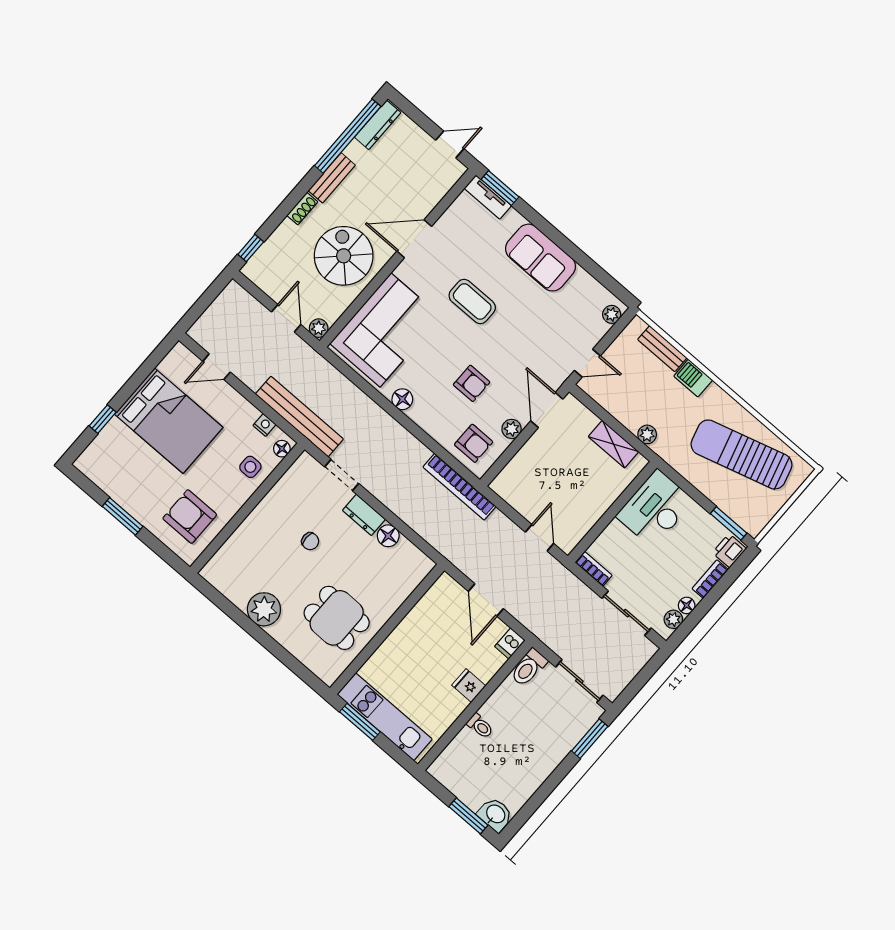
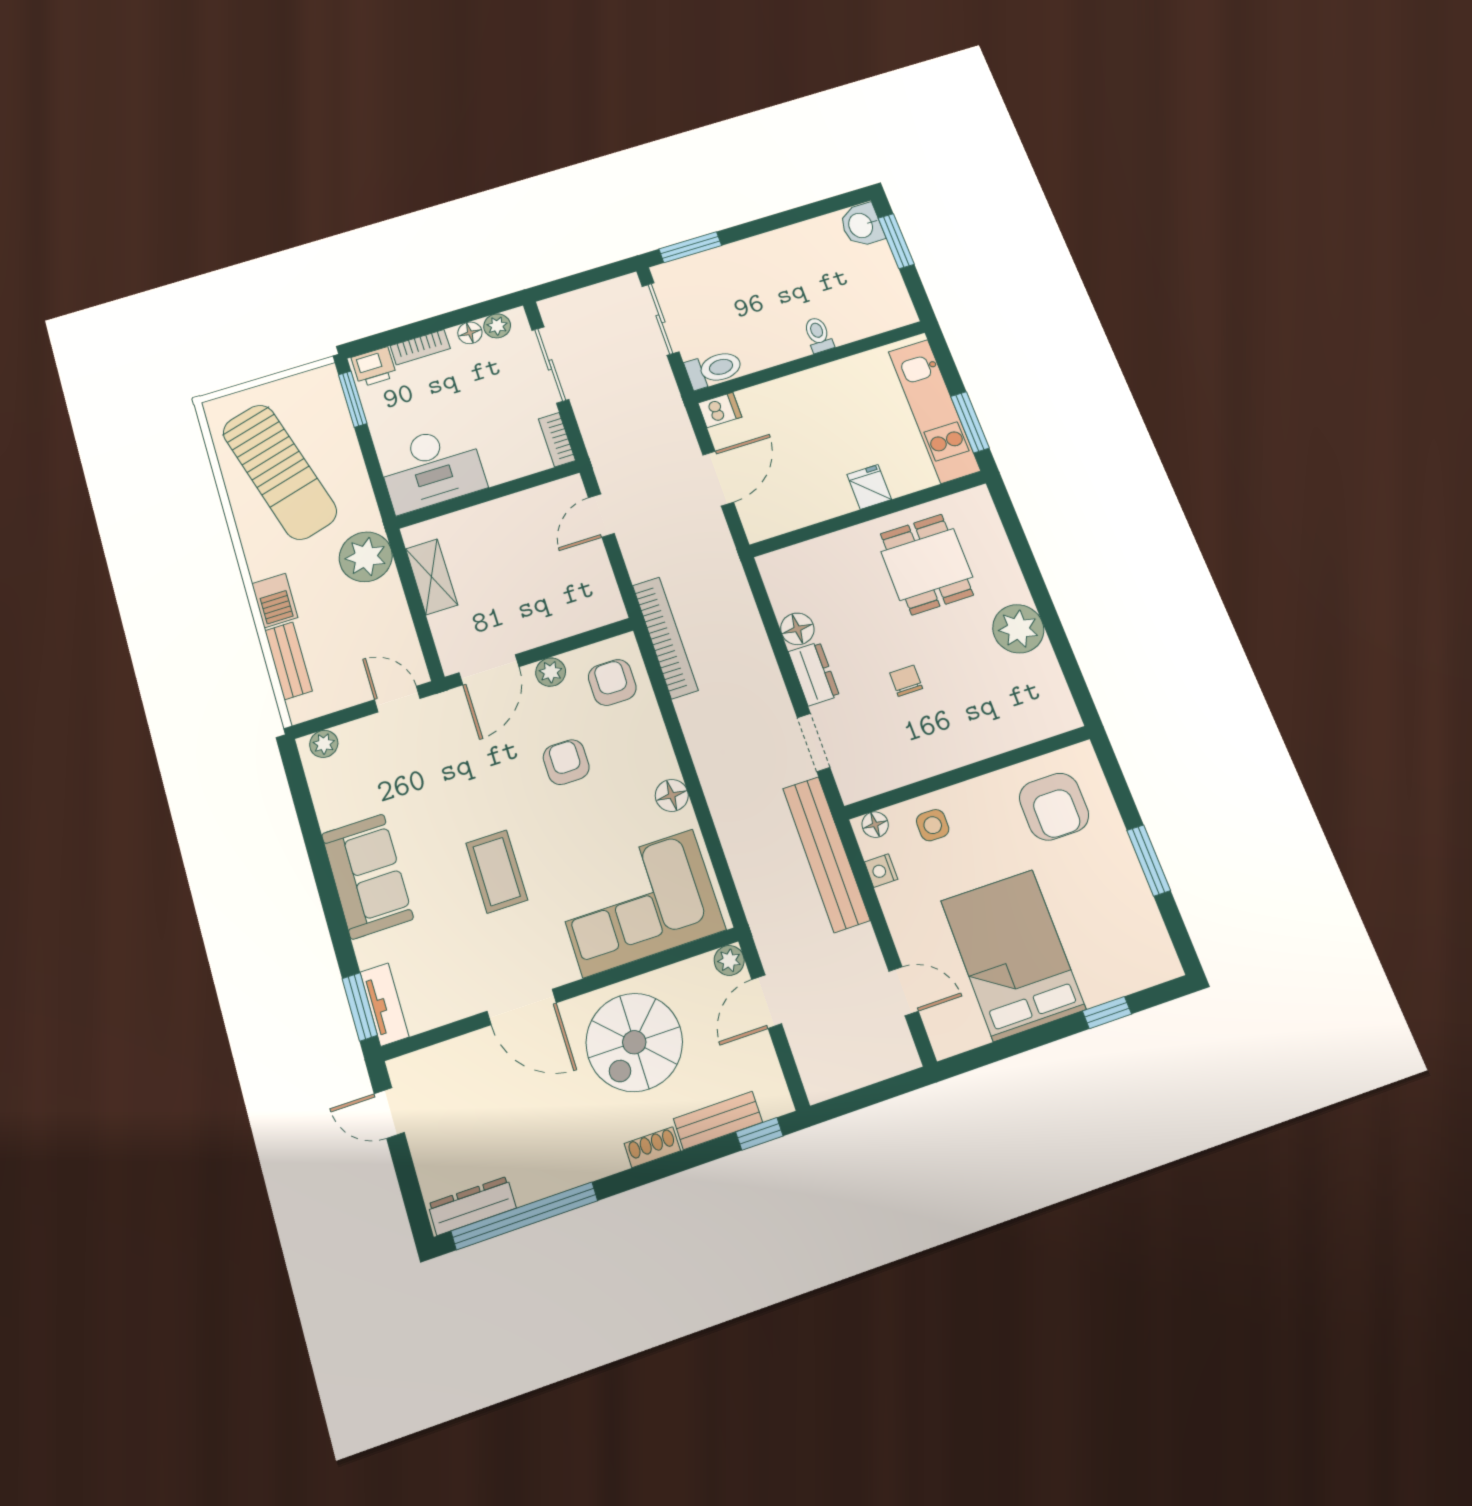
bench: (332, 178) -> (718, 1120), moved
plant: (647, 434) -> (366, 557), width x1.87, depth x1.87
fridge: (469, 685) -> (869, 487), moved, turned 180

